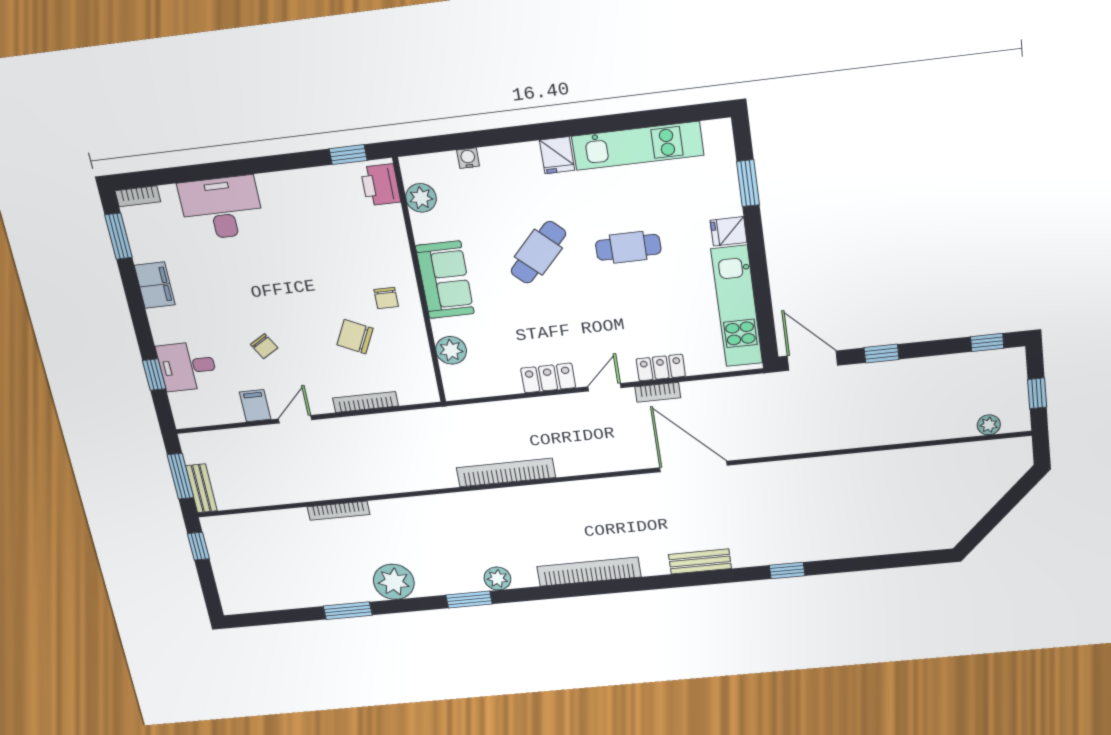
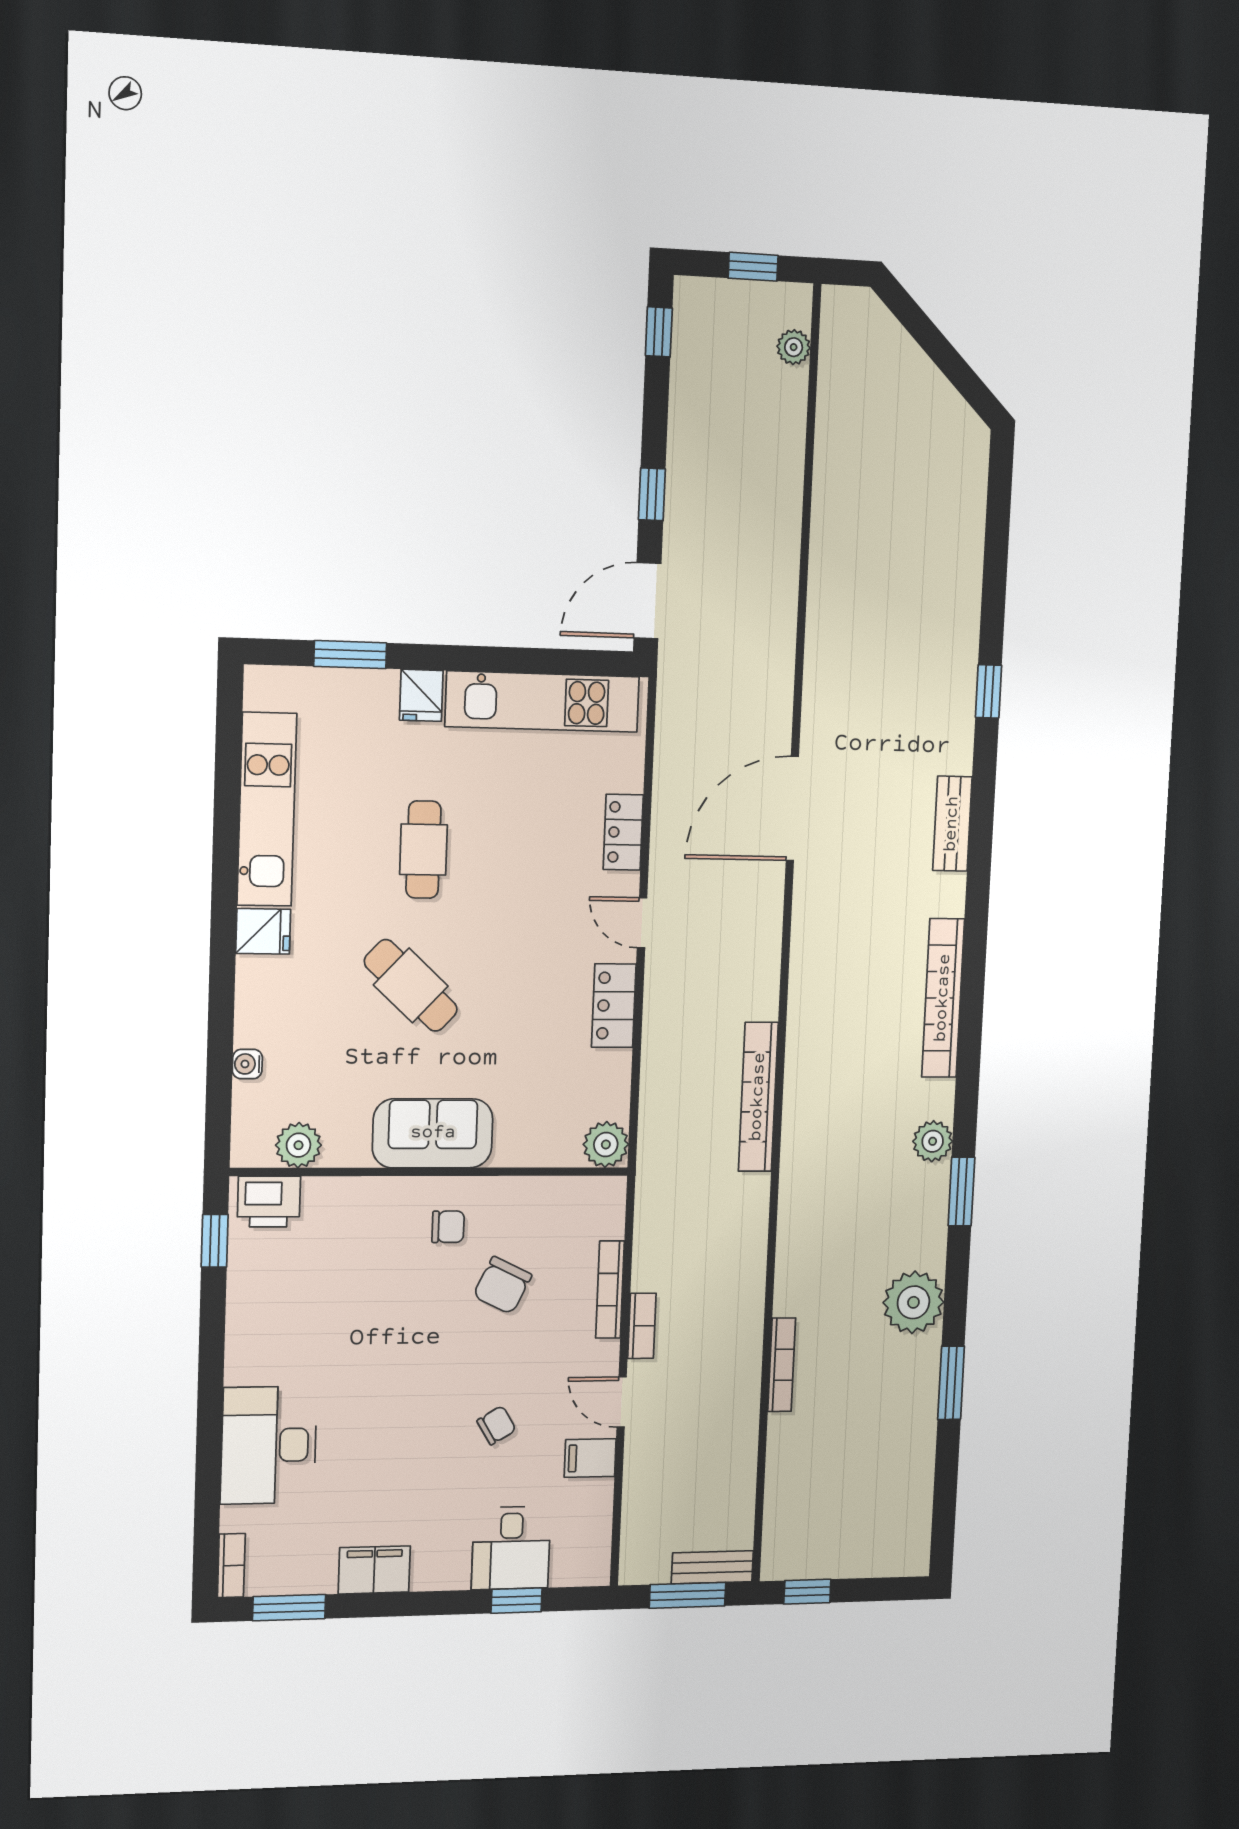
plant: (451, 350) -> (606, 1144), moved
bookcase: (658, 392) -> (642, 1326), moved

